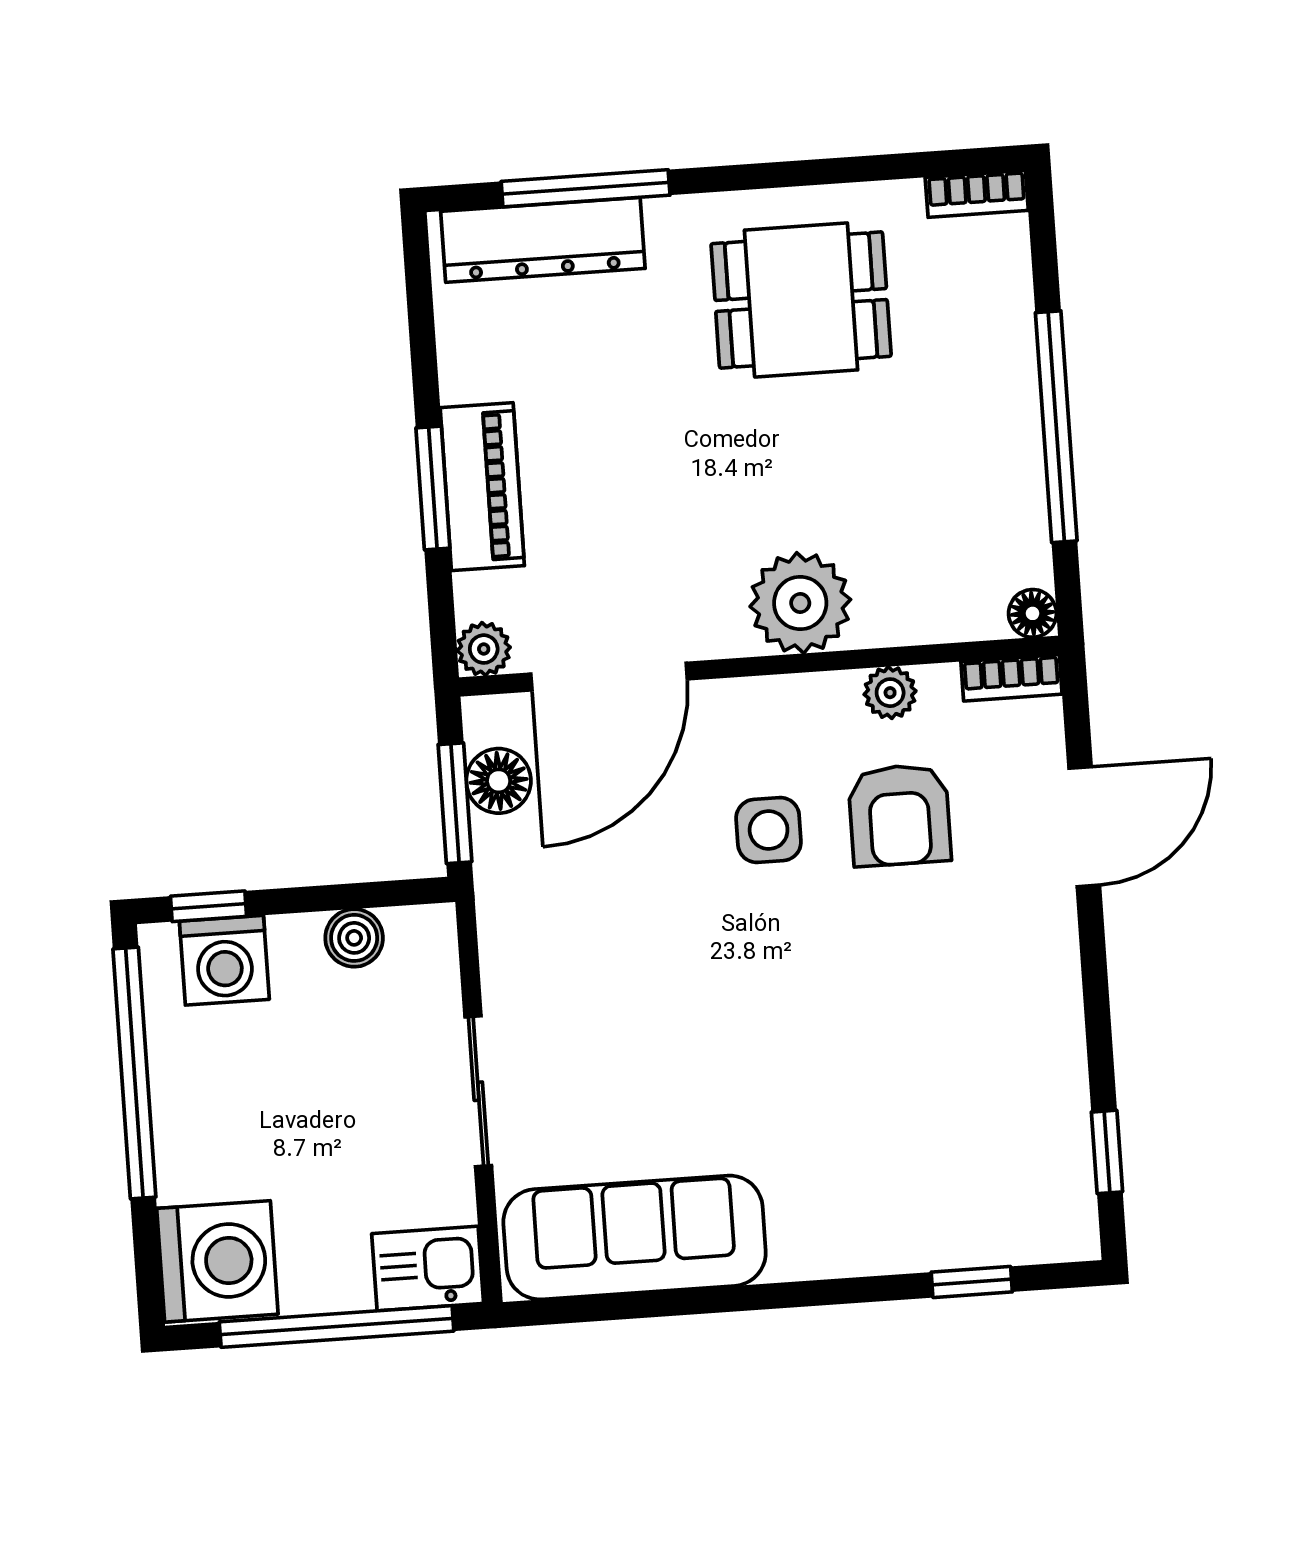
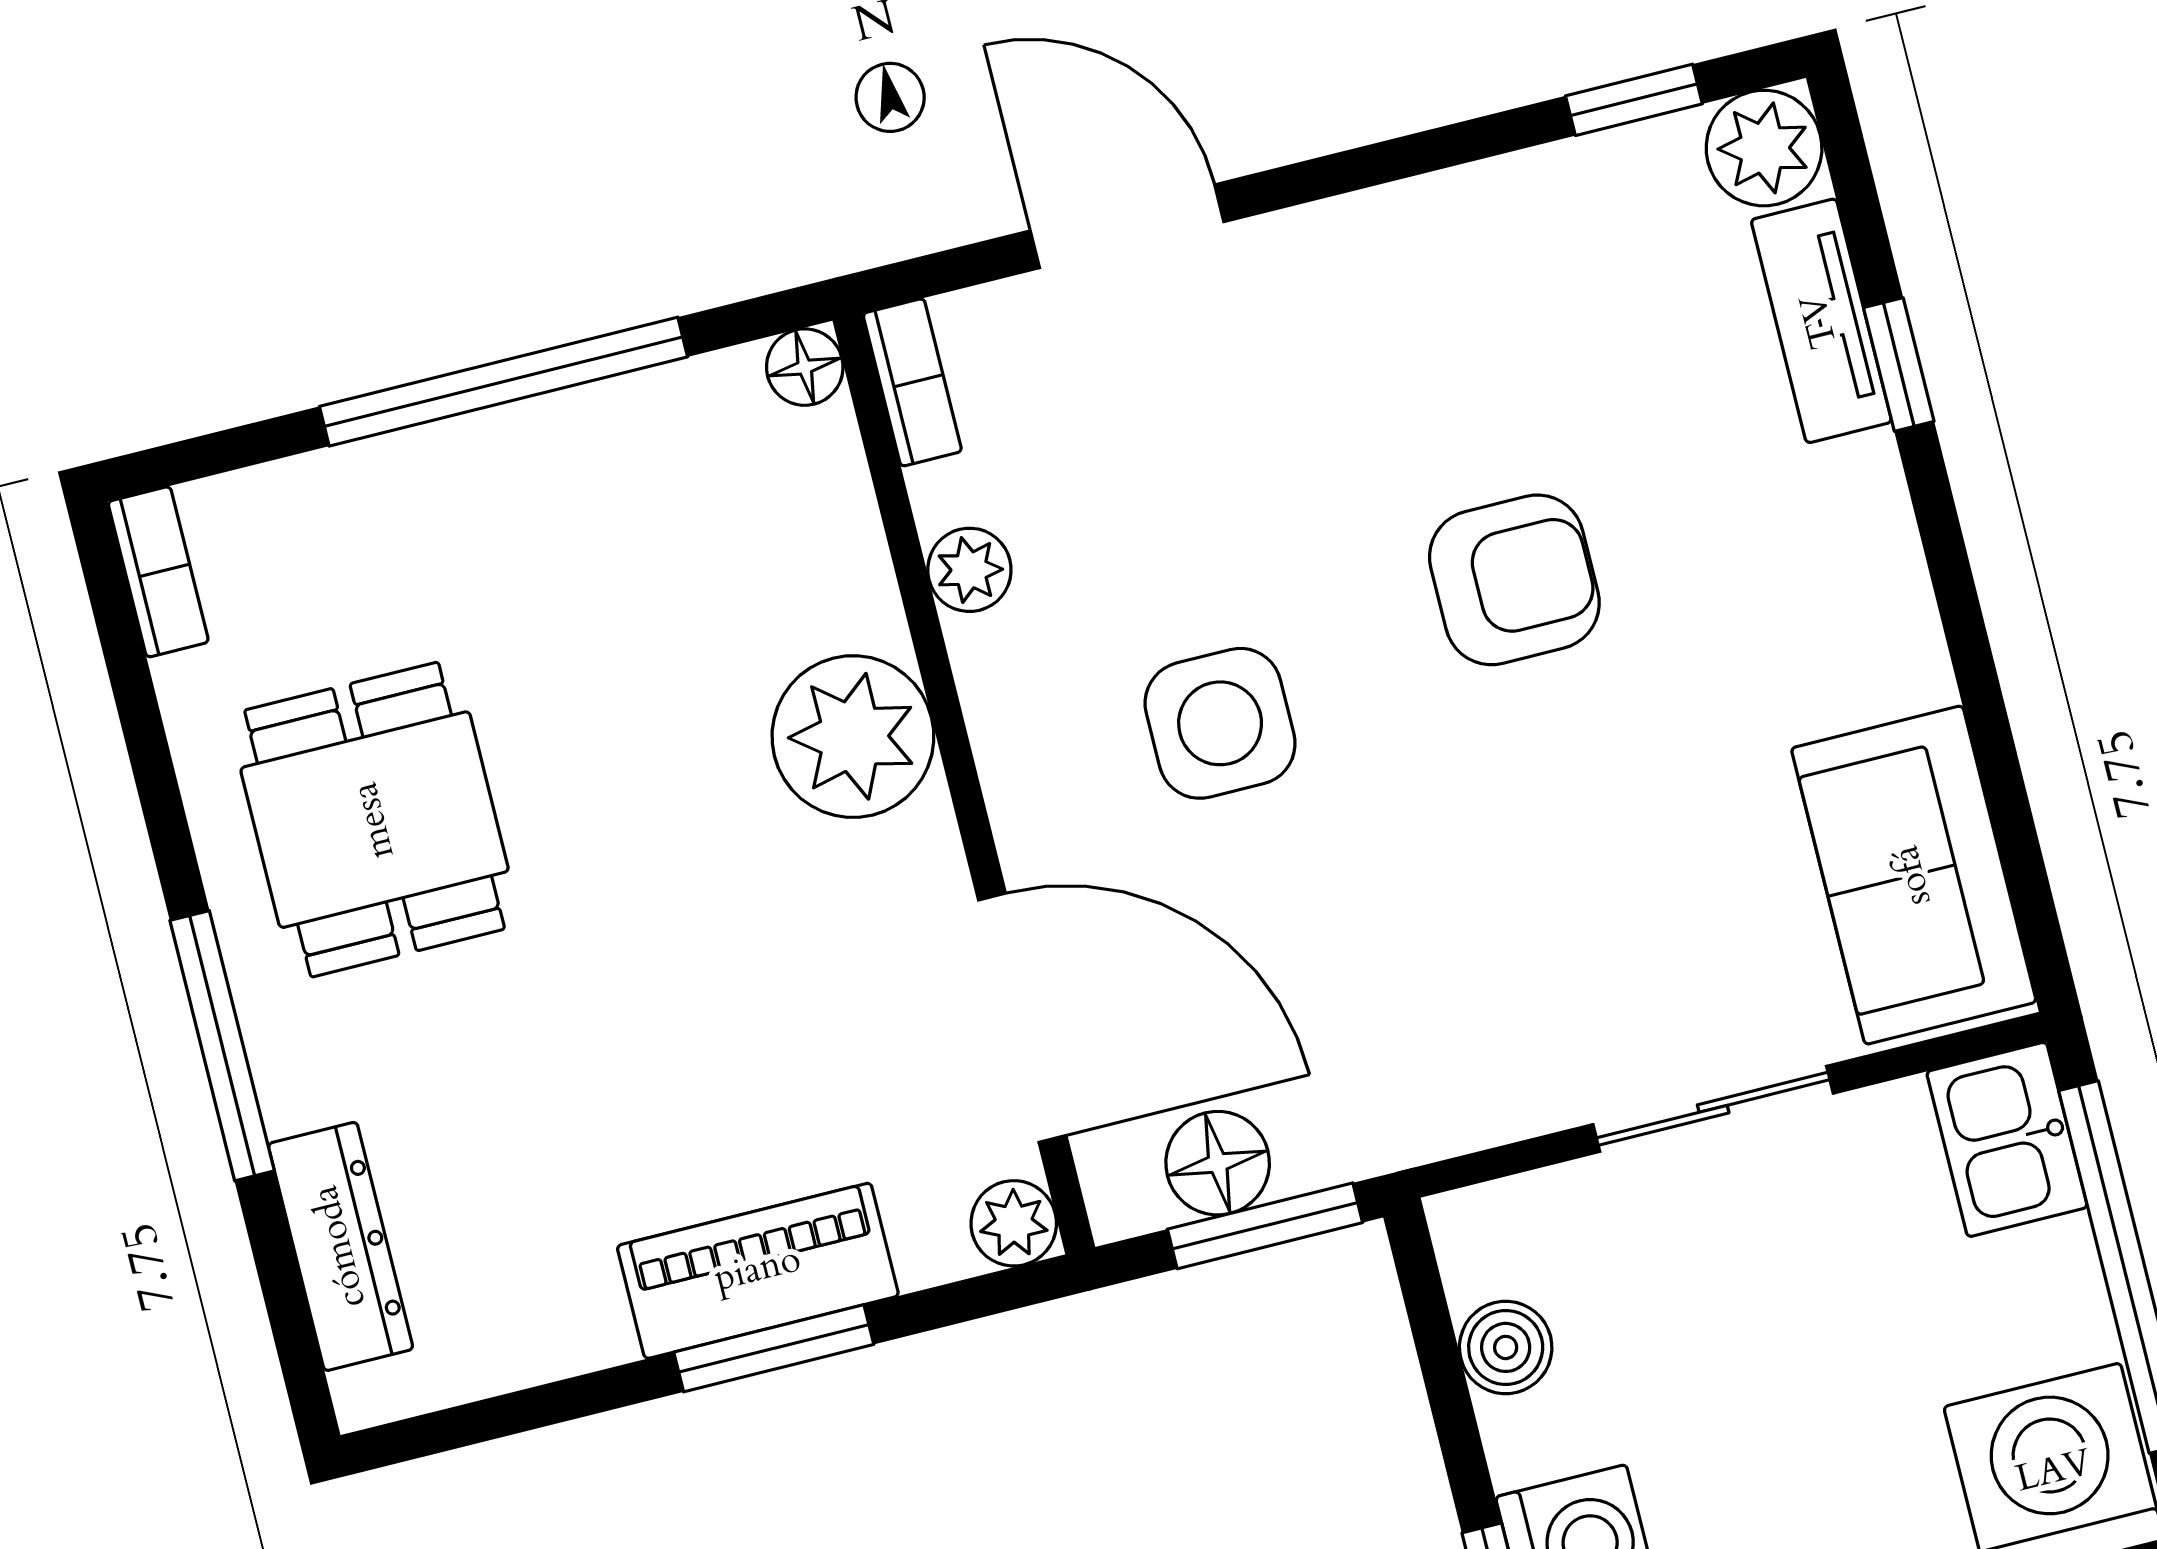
window: (586, 188) -> (222, 1046), moved
dresser: (543, 240) -> (341, 1246), width x0.73, depth x0.80
armchair: (899, 815) -> (1514, 580), moved
side table: (769, 830) -> (1220, 723), width x1.37, depth x1.37
plant: (1063, 1227) -> (1764, 148), added
sofa: (635, 1237) -> (1914, 875), width x0.73
tv unit: (951, 1243) -> (1821, 321), added
window: (972, 1282) -> (1899, 365), moved

